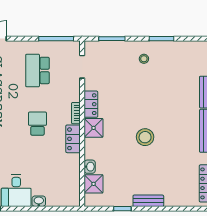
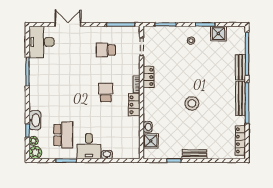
school desk: (37, 70) -> (106, 50), width x0.54
shower: (94, 128) -> (218, 34), moved

